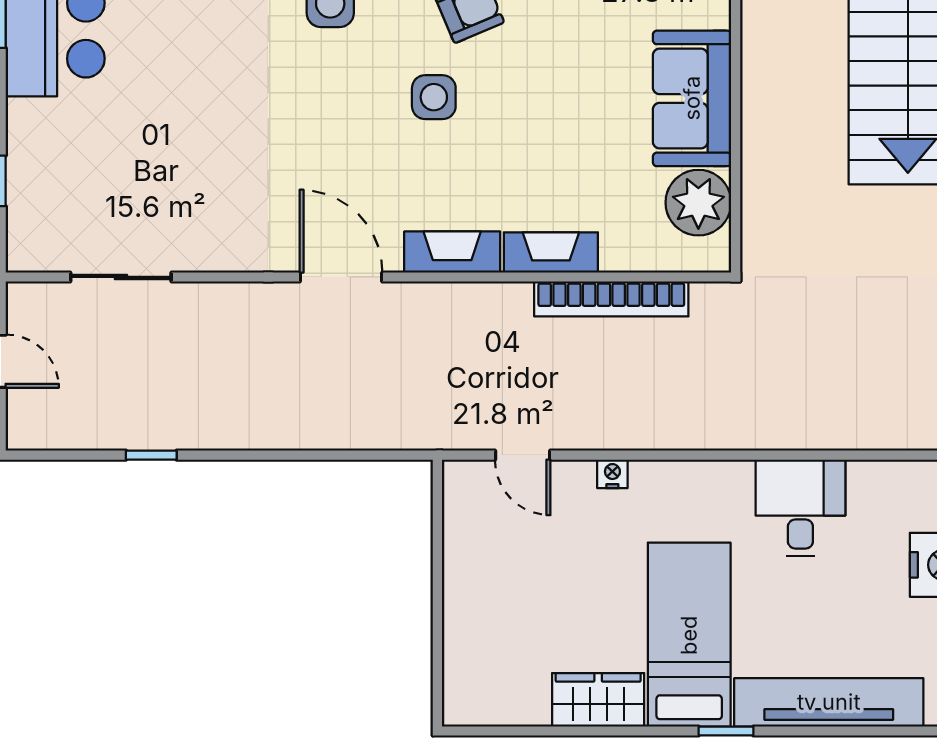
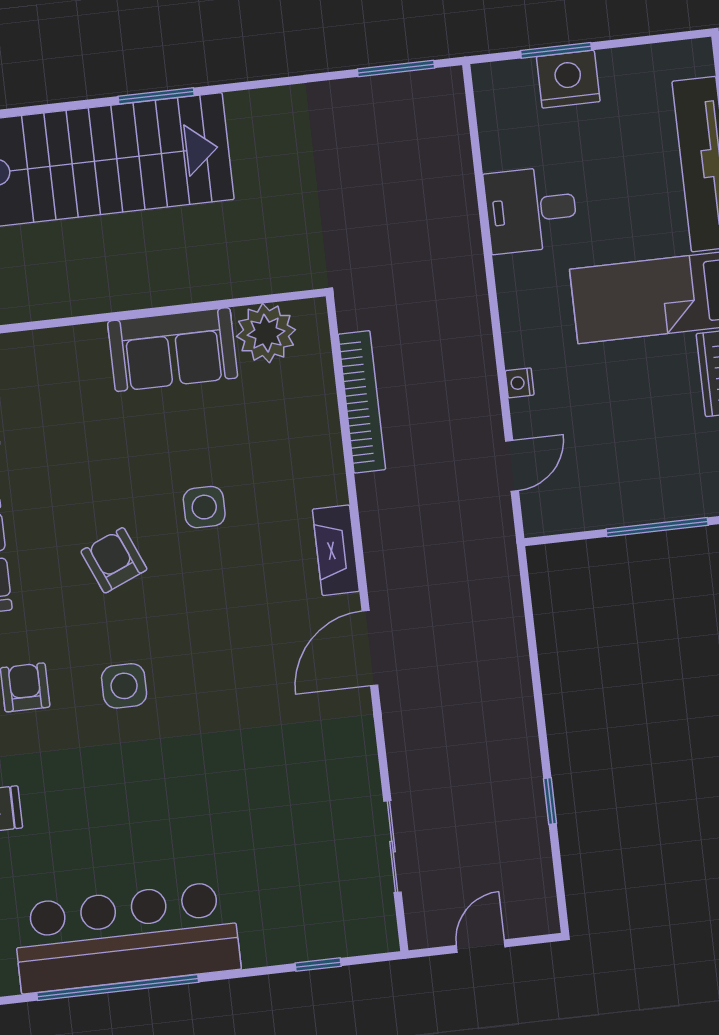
side table: (434, 97) -> (204, 507), moved
fireplace: (551, 252) -> (326, 461), removed
window: (437, 606) -> (657, 527), added

